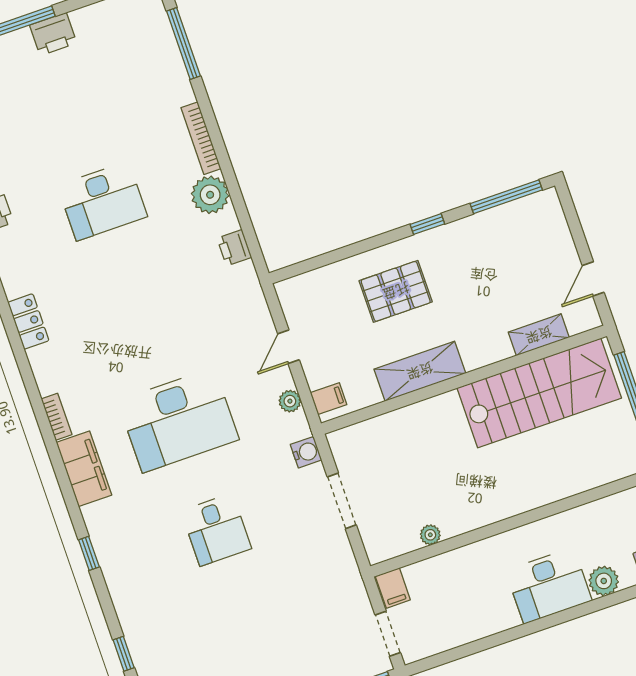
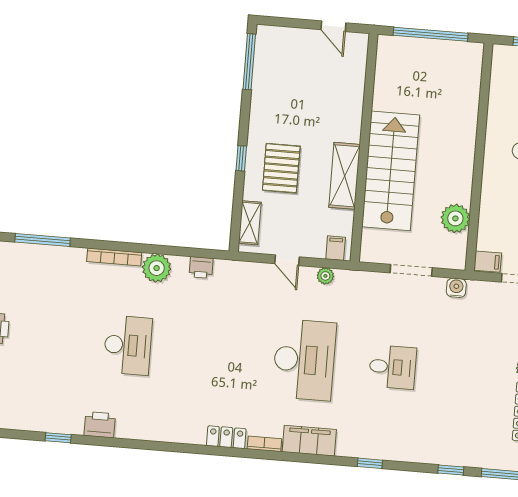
window: (427, 224) -> (241, 158), moved
locker: (28, 321) -> (226, 437), moved
shelving: (539, 335) -> (250, 223), moved
stairs: (539, 393) -> (391, 171), moved
water cooler: (306, 452) -> (456, 288), moved
plant: (430, 535) -> (455, 218), width x1.88, depth x1.88

